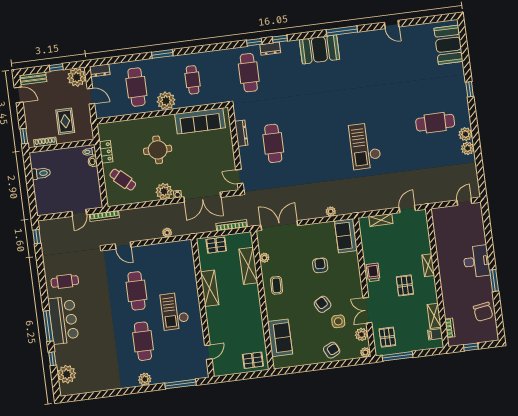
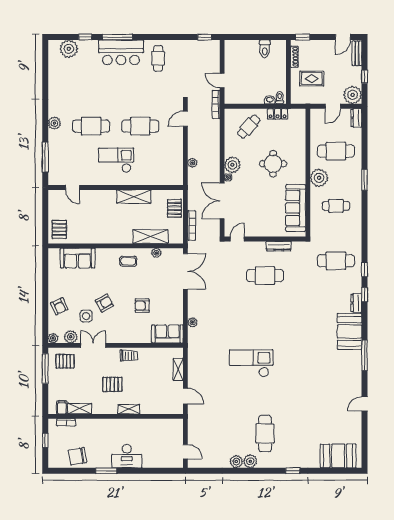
dresser: (270, 49) -> (356, 303), moved
armchair: (320, 265) -> (142, 306), turned 180

